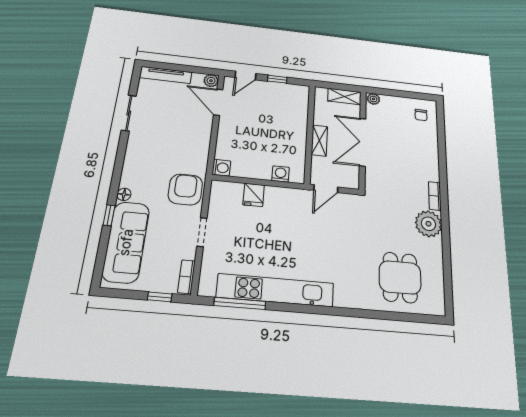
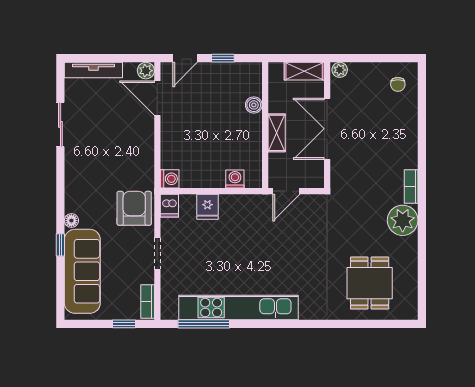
boiler: (301, 117) -> (254, 105), added
dishwasher: (218, 190) -> (169, 206), added

